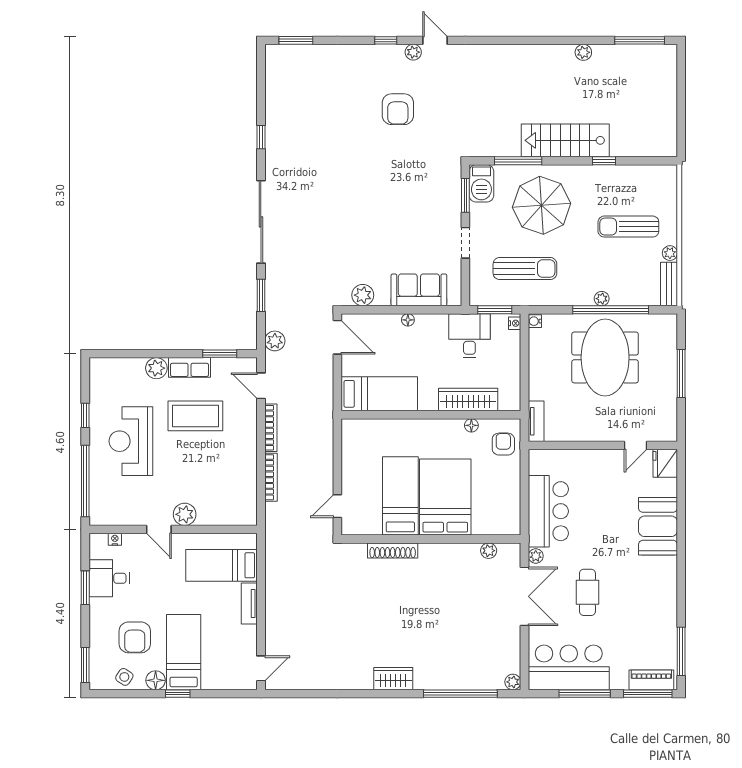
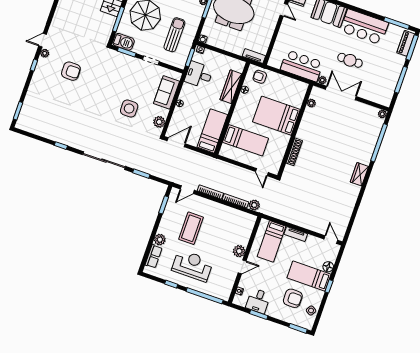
side table: (368, 234) -> (129, 108), added
plant: (275, 341) -> (254, 205), moved
row of seats: (189, 367) -> (154, 256), moved
reception desk: (131, 441) -> (192, 265), turned 180
bed: (400, 496) -> (246, 140), moved, turned 180
bar counter: (569, 667) -> (364, 27), moved, turned -90
floor lamp: (156, 680) -> (328, 267), moved

